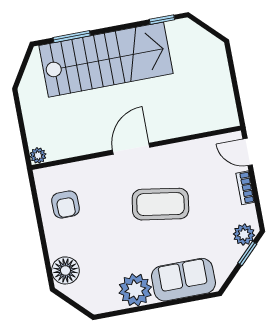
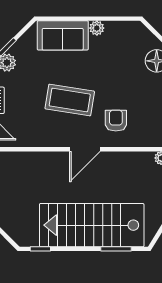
armchair: (66, 204) -> (116, 121), moved
plant: (135, 290) -> (97, 28), width x0.53, depth x0.53

